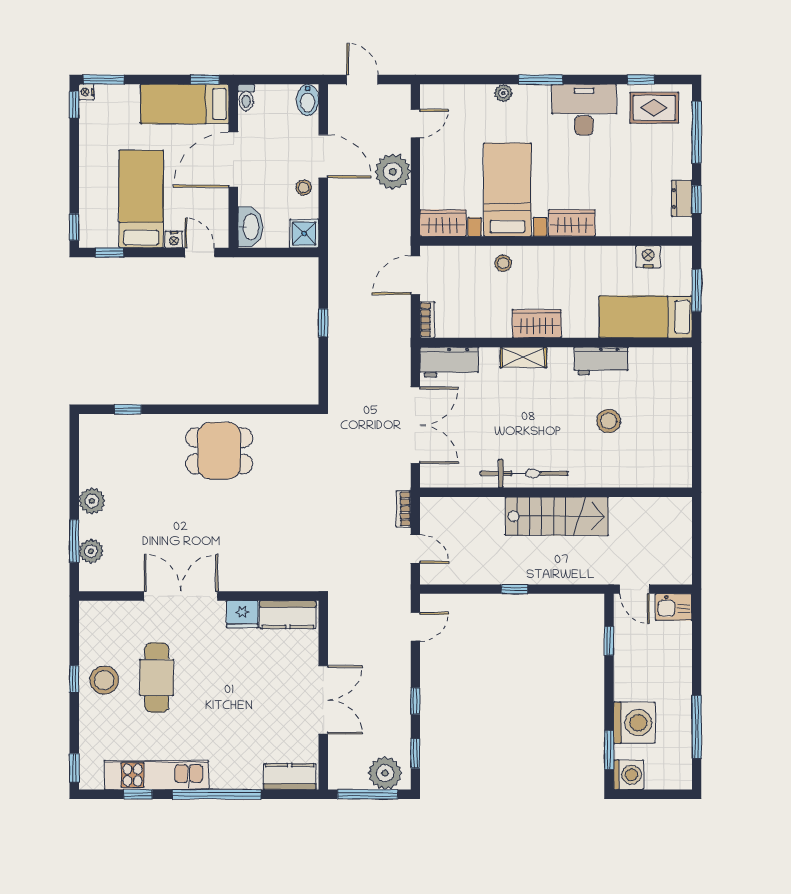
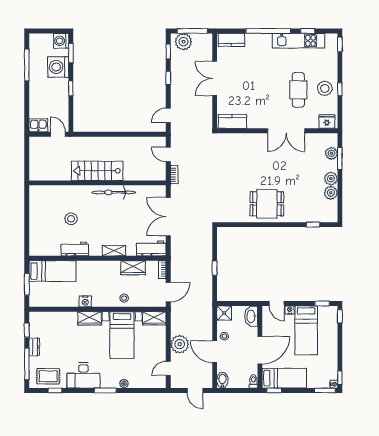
dresser: (682, 198) -> (34, 347), moved
nightstand: (648, 257) -> (85, 301), moved
wardrobe: (537, 324) -> (133, 268), moved
plant: (92, 473) -> (331, 193), added
window: (514, 589) -> (118, 134), removed
fridge: (242, 614) -> (327, 122), moved
window: (609, 641) -> (71, 88), moved

